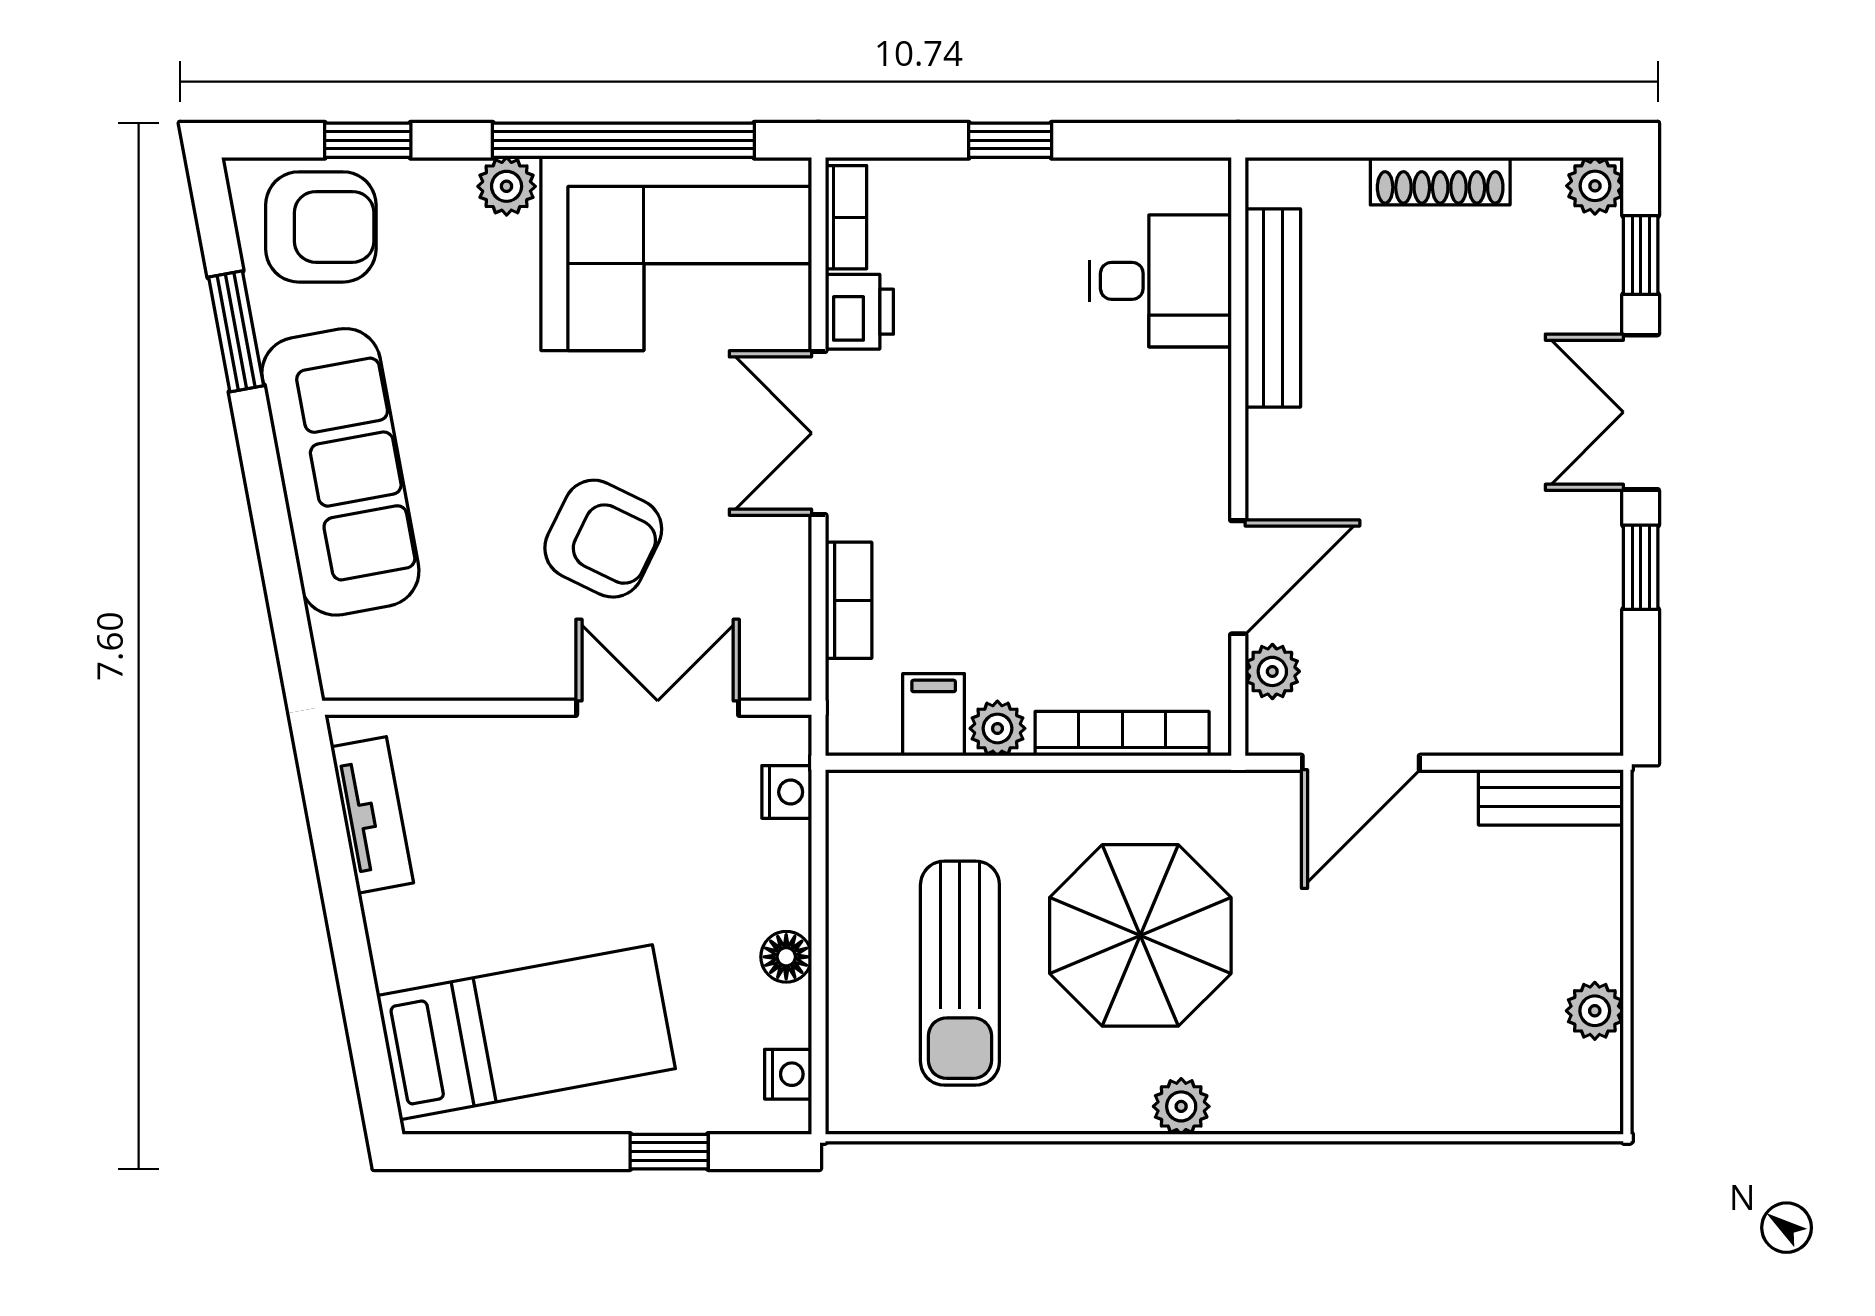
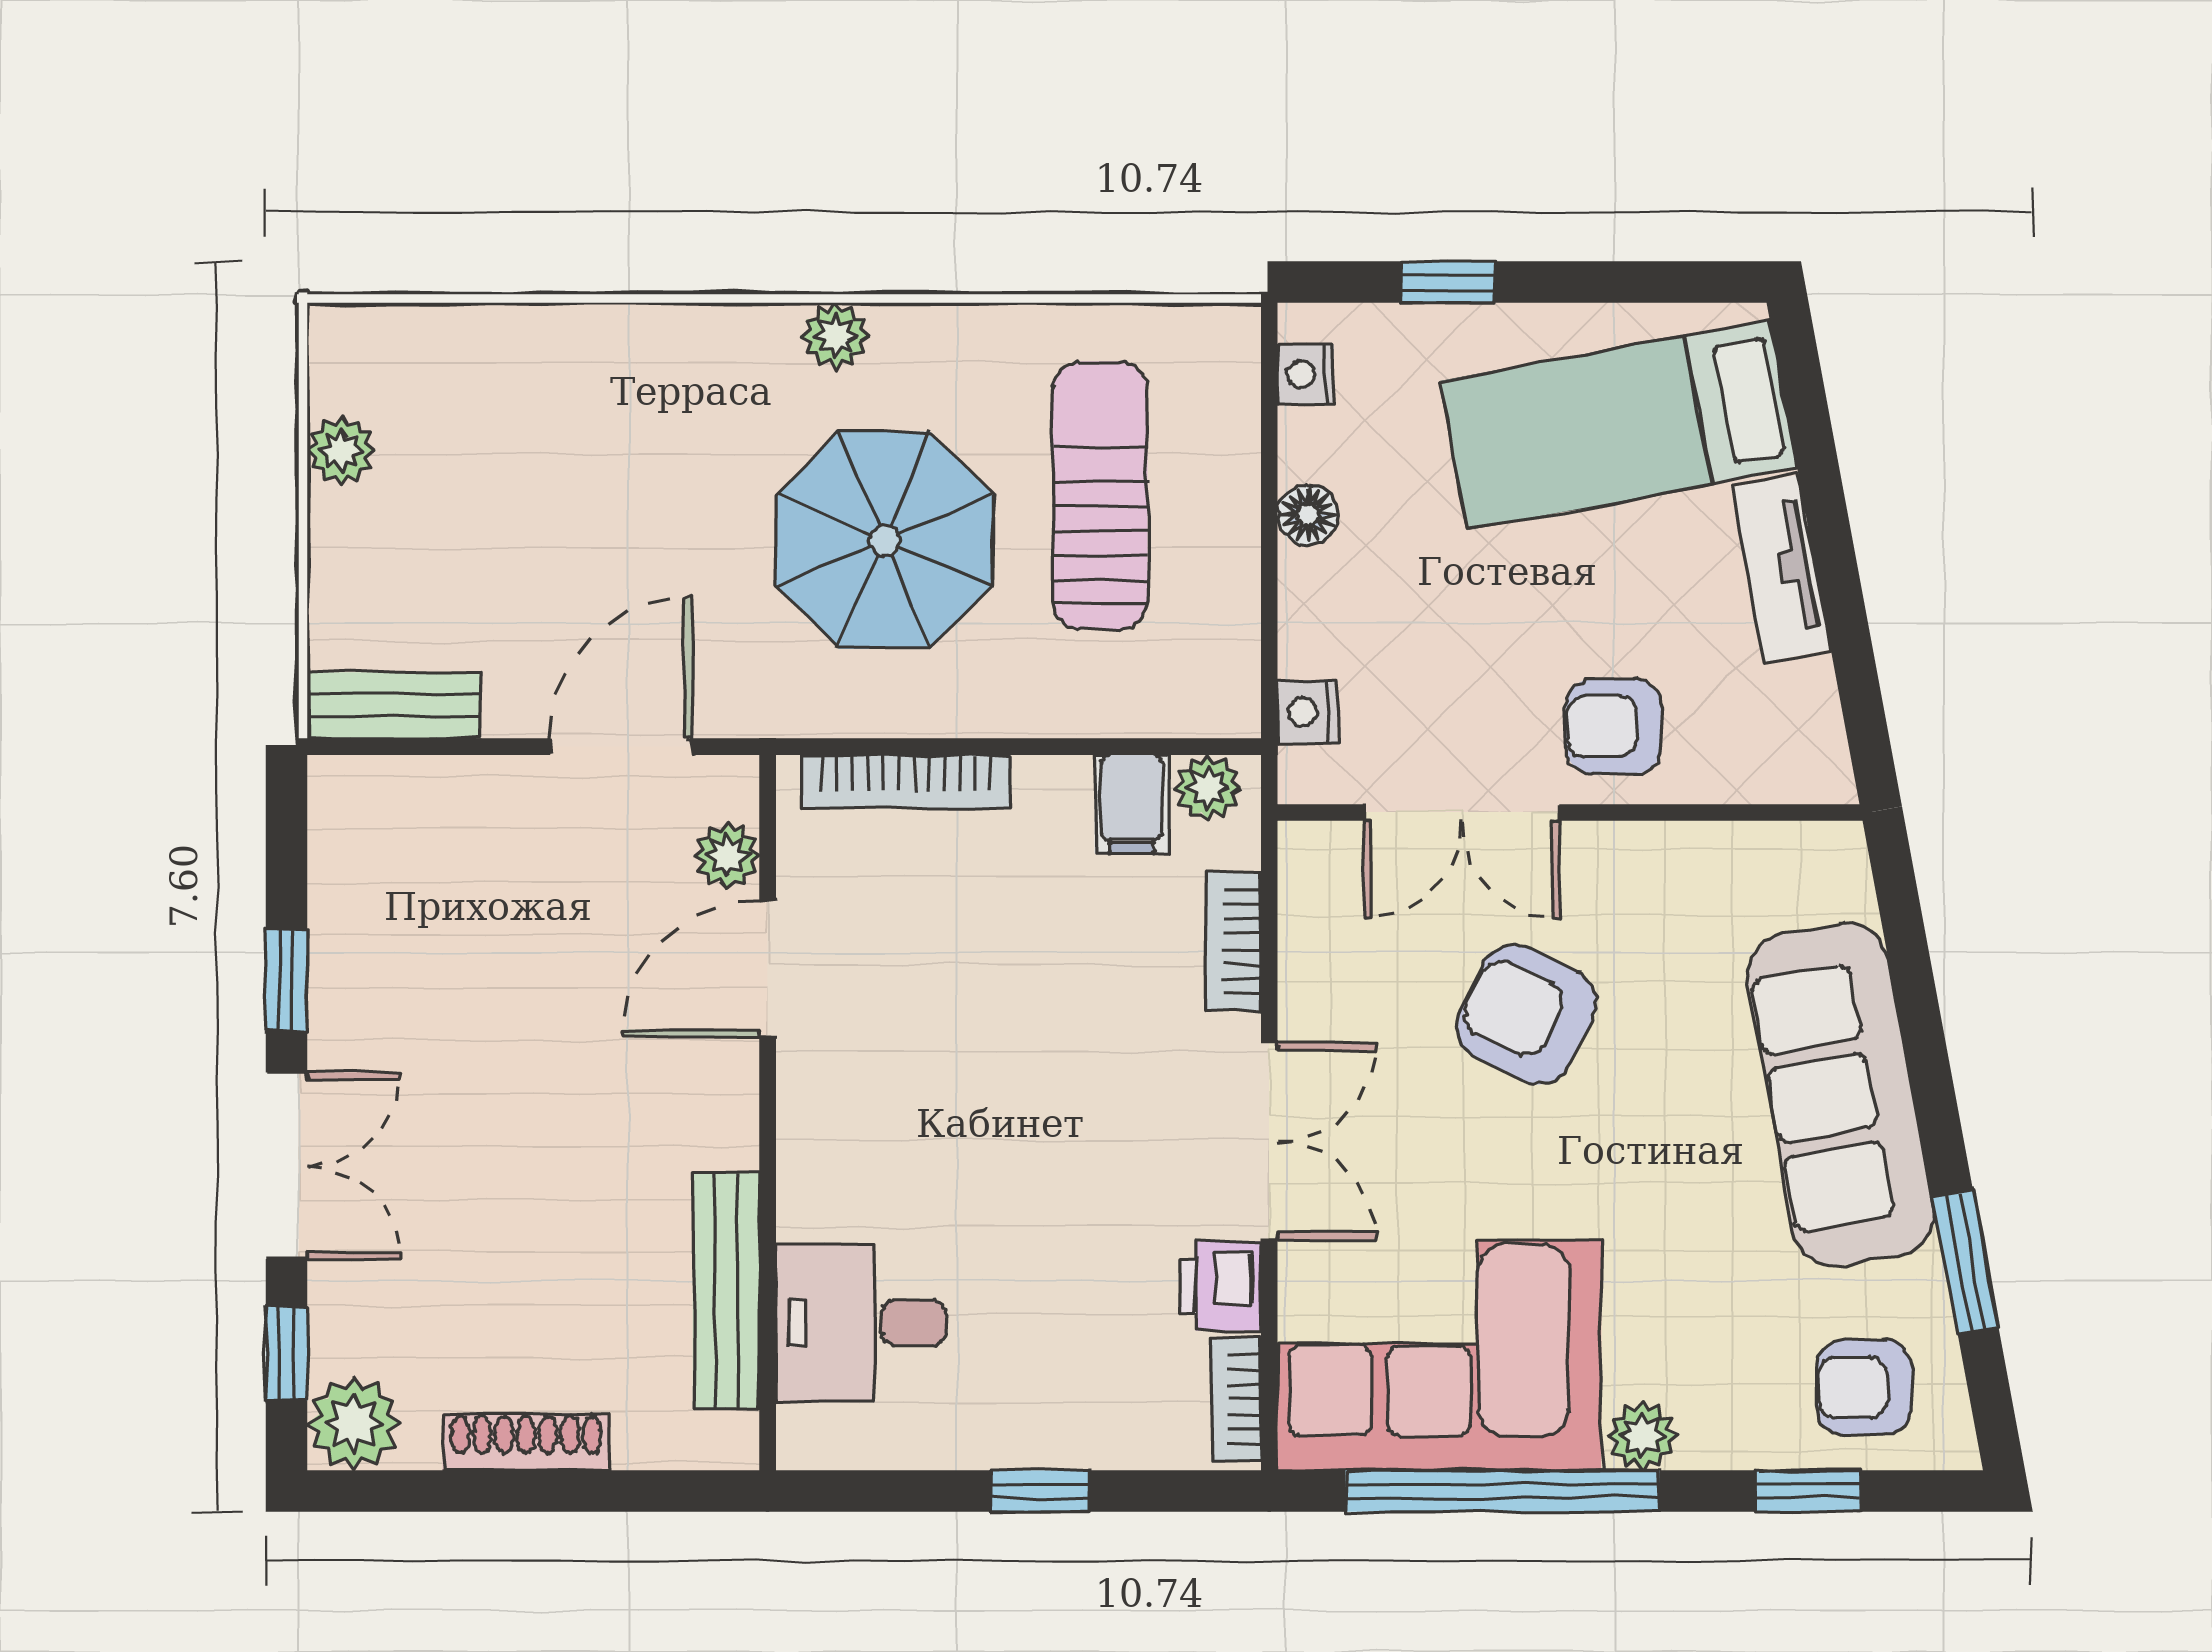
plant: (1595, 186) -> (354, 1424), width x1.38, depth x1.38
armchair: (321, 227) -> (1864, 1387), width x0.72, depth x0.72
plant: (997, 728) -> (1208, 788), moved
armchair: (530, 780) -> (1614, 726), added
tv unit: (372, 815) -> (1781, 568), moved

